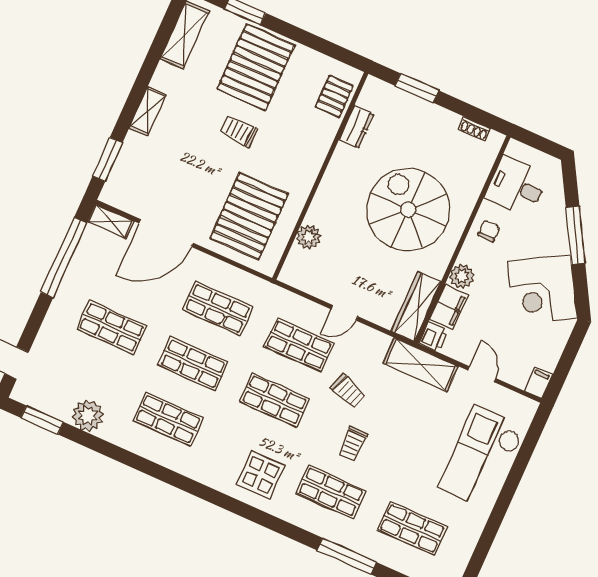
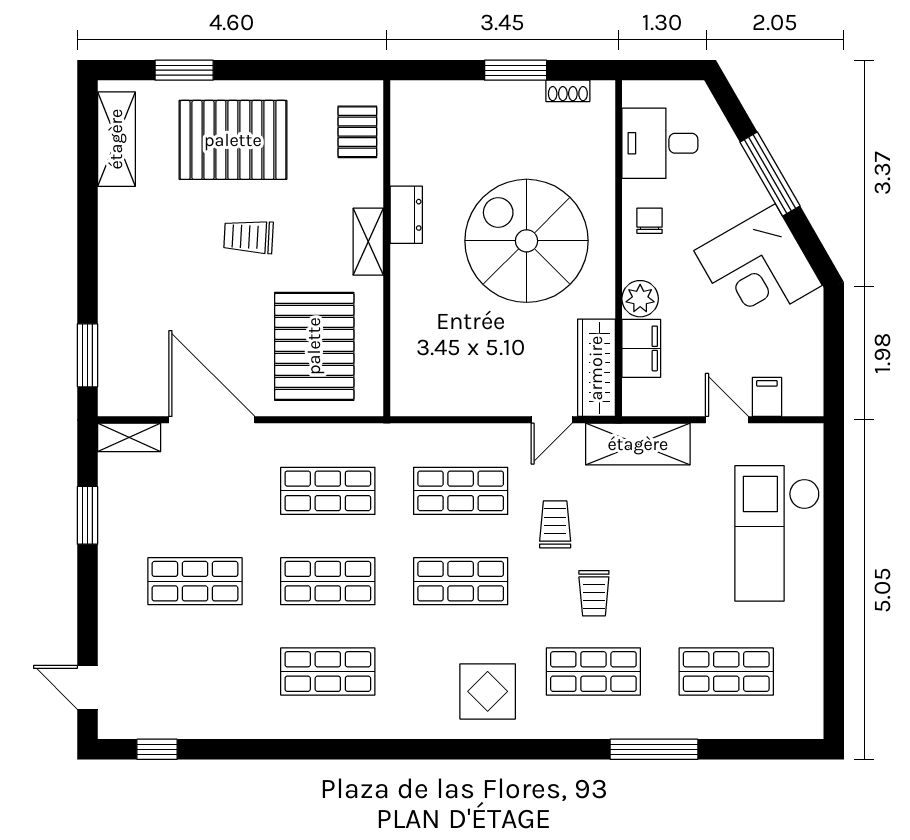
pallet: (256, 67) -> (233, 140), turned 90
window: (417, 88) -> (516, 70), moved
shelving: (148, 111) -> (368, 242), moved
dresser: (356, 127) -> (406, 215), moved
door: (166, 233) -> (212, 420), swing flipped
plant: (309, 237) -> (408, 338), removed
window: (64, 257) -> (87, 515), width x0.47
door: (345, 313) -> (552, 420), moved
printer: (434, 337) -> (638, 398), removed
filing cabinet: (538, 383) -> (767, 397), moved
trolley: (348, 391) -> (555, 524), turned -110
plant: (88, 416) -> (217, 716), removed
window: (42, 420) -> (157, 749), width x0.67

